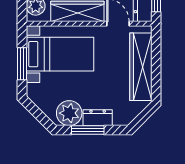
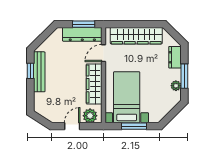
plant: (69, 113) -> (176, 86), width x0.53, depth x0.53
dresser: (98, 118) -> (175, 57), moved

